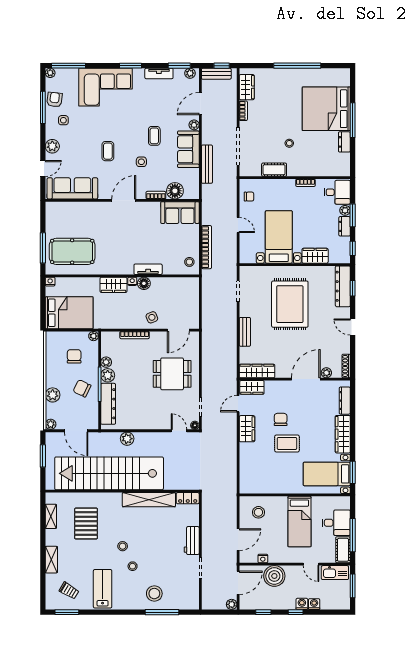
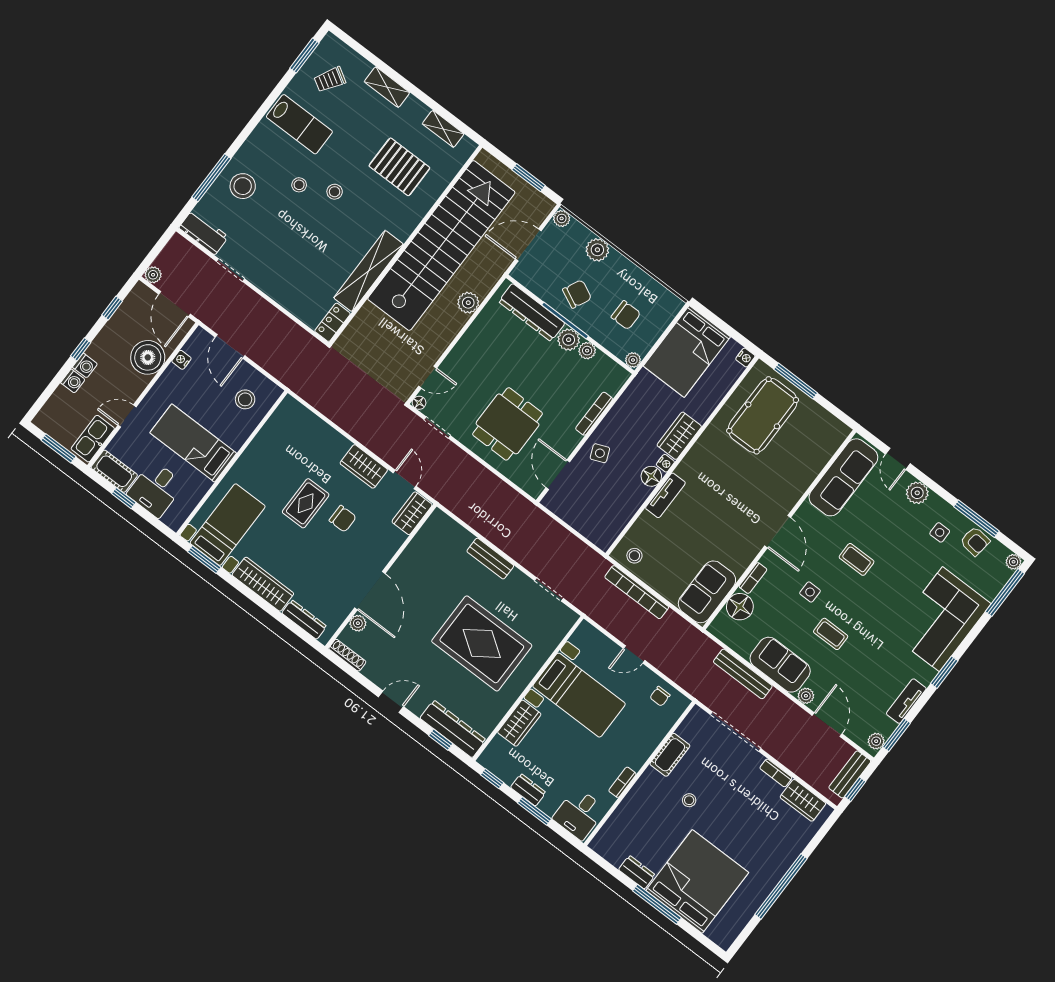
plant: (345, 210) -> (548, 806), removed
wardrobe: (257, 371) -> (428, 536), removed
window: (353, 535) -> (124, 498), width x0.46
workbench: (192, 541) -> (204, 232), moved

